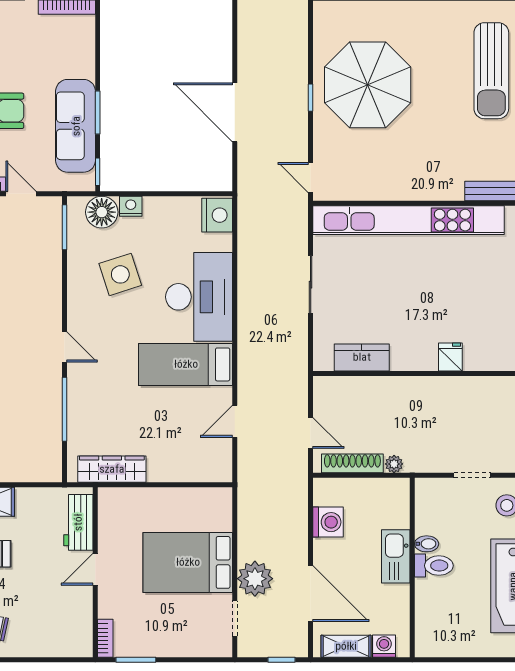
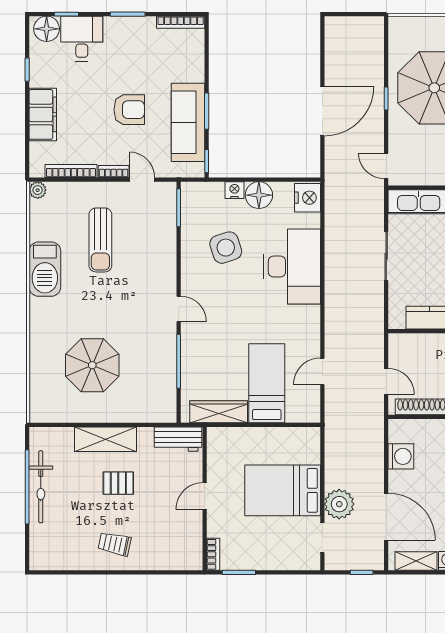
door: (235, 112) -> (322, 111), swing flipped
floor lamp: (102, 212) -> (259, 195), moved
bed: (186, 364) -> (267, 383), moved, turned 90
workbench: (78, 522) -> (178, 439), moved, turned -90

